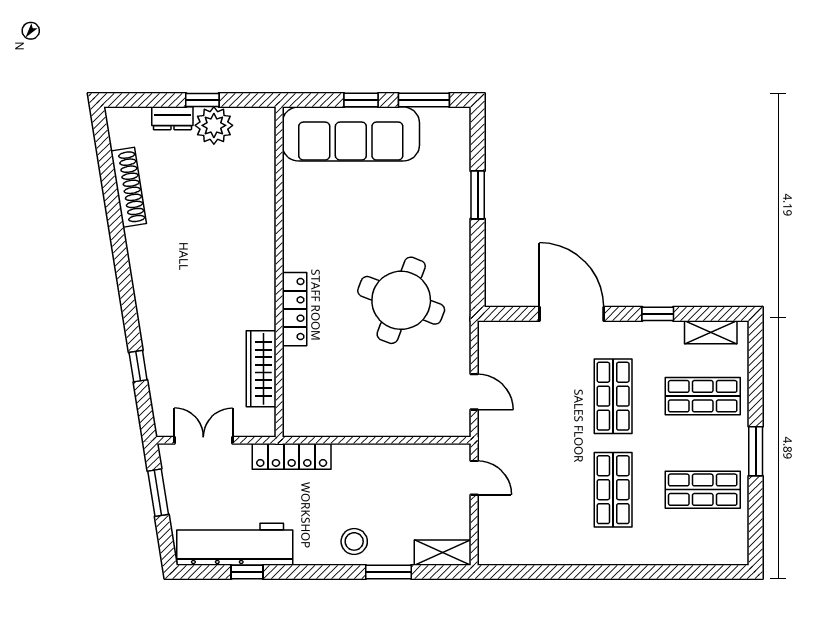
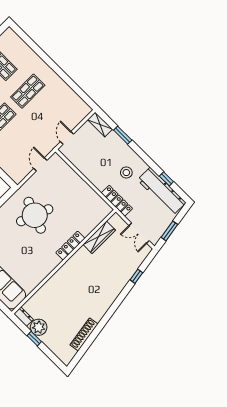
dresser: (172, 118) -> (24, 317), moved
stool: (354, 541) -> (126, 173), moved

